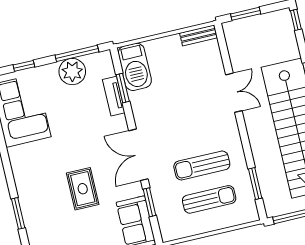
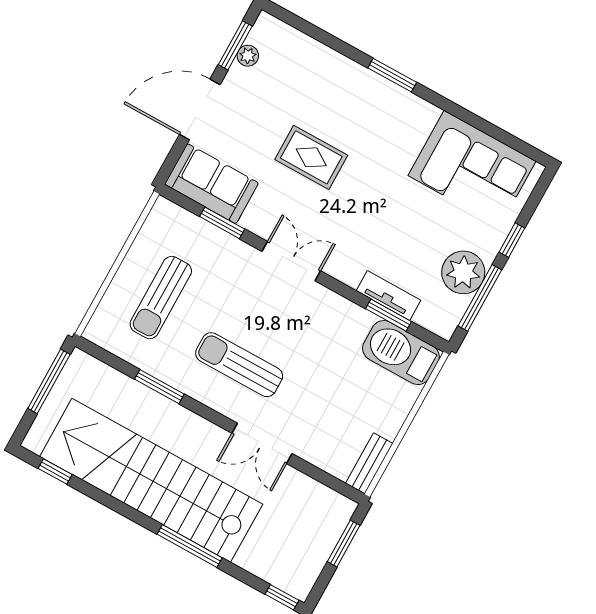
window: (24, 66) -> (512, 240), moved
double door: (138, 155) -> (291, 261), width x0.73
sun lounger: (202, 165) -> (239, 365), moved, turned -90
window: (255, 184) -> (159, 387), moved
window: (18, 213) -> (392, 75), moved

